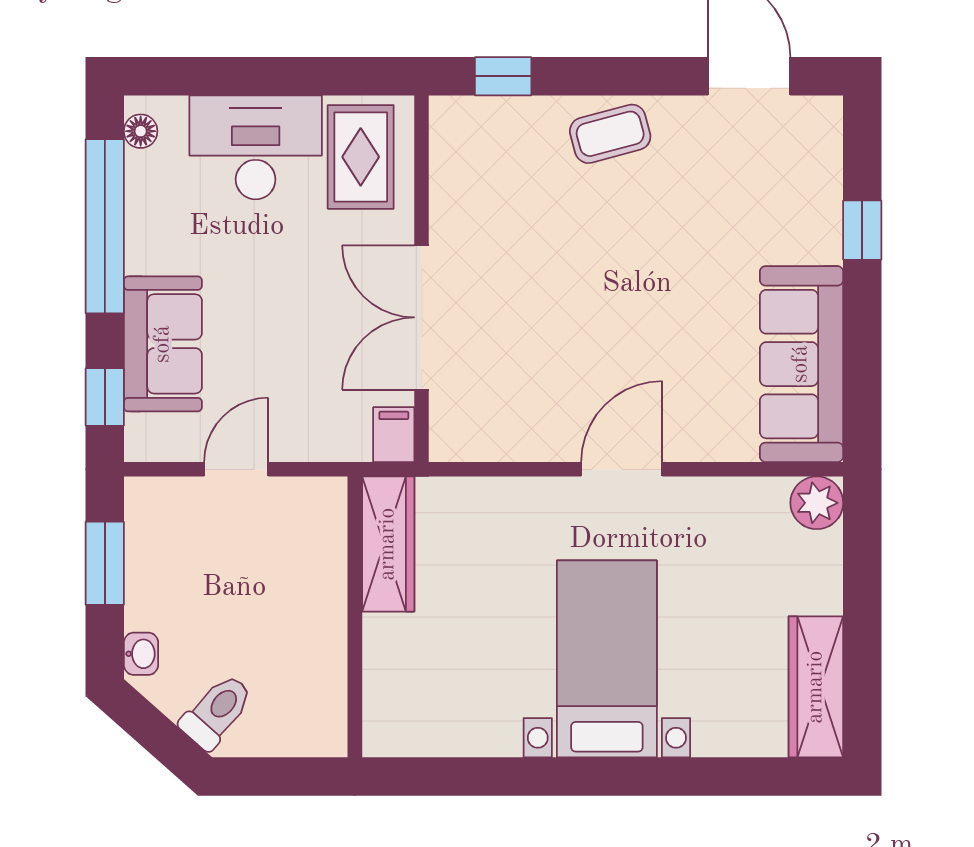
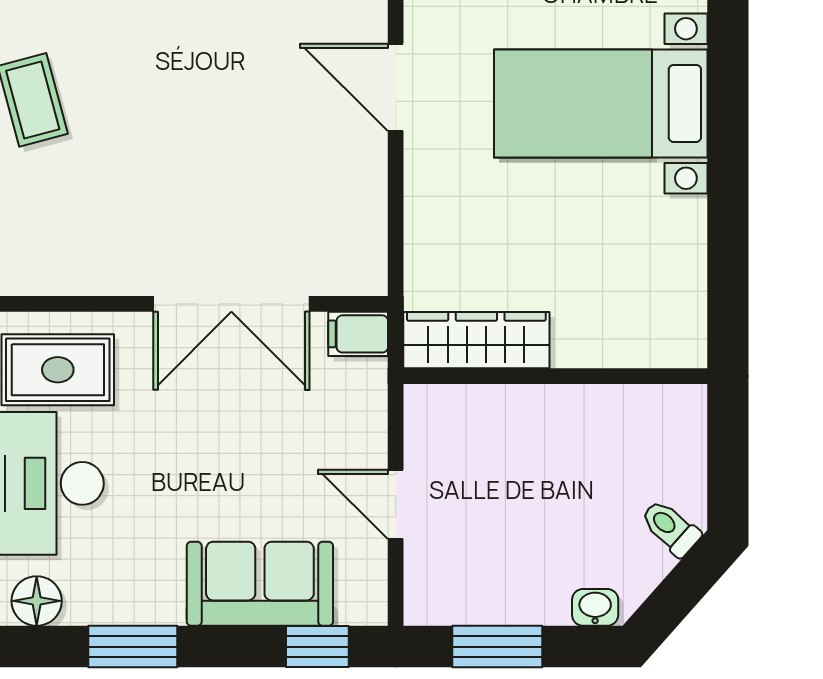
floor lamp: (141, 131) -> (37, 601), width x1.37, depth x1.37
window: (105, 226) -> (133, 647), width x0.47
toilet: (217, 712) -> (670, 528), width x0.73, depth x0.72

